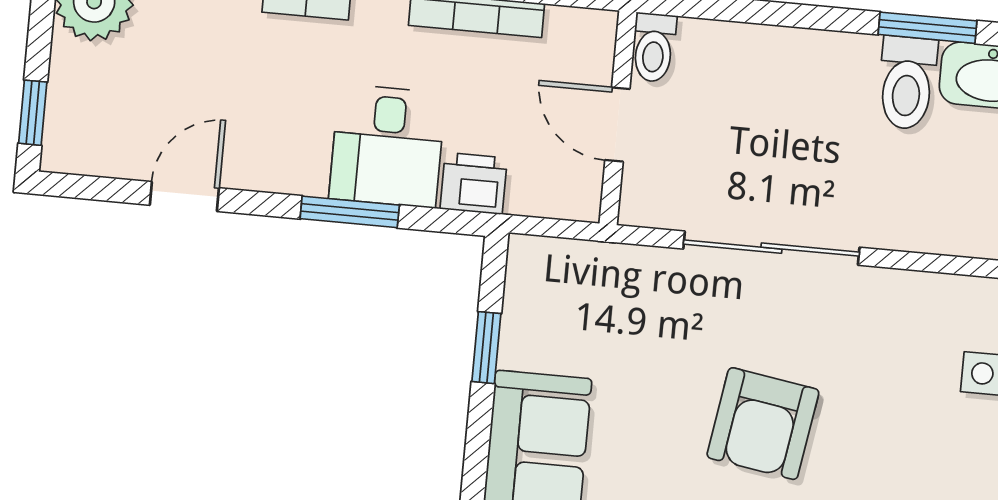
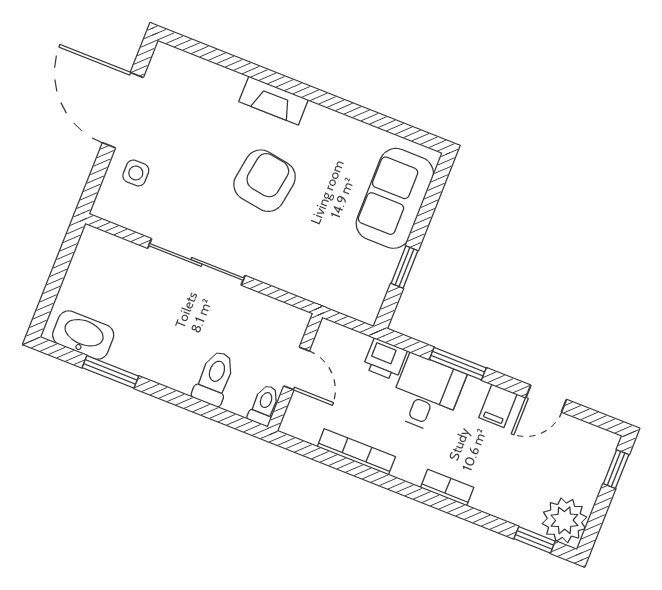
toilet: (907, 83) -> (214, 378), moved
filing cabinet: (262, 161) -> (498, 406), added
sliding door: (771, 248) -> (196, 262), moved

